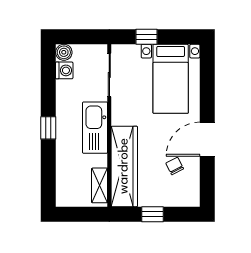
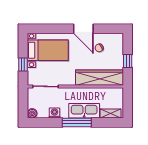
washing machine: (64, 70) -> (55, 113), moved
window: (48, 128) -> (77, 122), width x2.17
kitchen sink: (95, 128) -> (84, 111), moved, turned 180
shelving: (100, 185) -> (111, 113), moved

